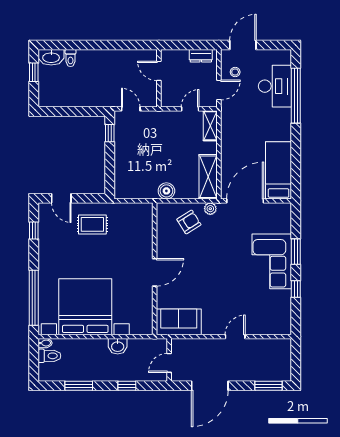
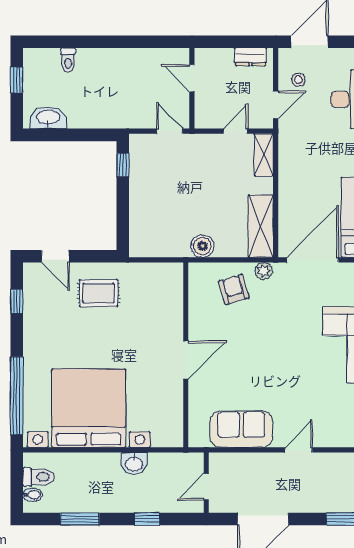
washbasin: (51, 57) -> (48, 118), moved, turned 180
door: (131, 109) -> (170, 131), moved
armchair: (189, 222) -> (234, 290), turned -74
sofa: (179, 322) -> (241, 429), moved
bidet: (45, 343) -> (33, 495), moved

